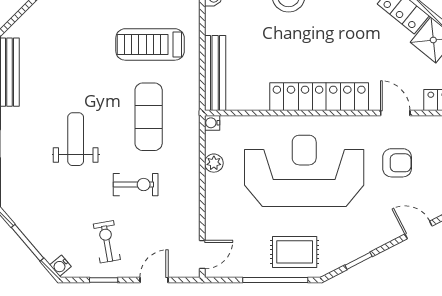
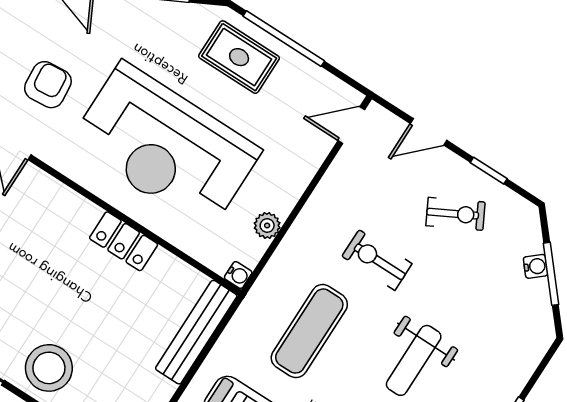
locker: (319, 97) -> (124, 241), width x0.46, depth x0.83
armchair: (397, 163) -> (48, 85), turned 85
exercise bike: (107, 242) -> (455, 214), turned -108
water cooler: (60, 266) -> (536, 266), moved

